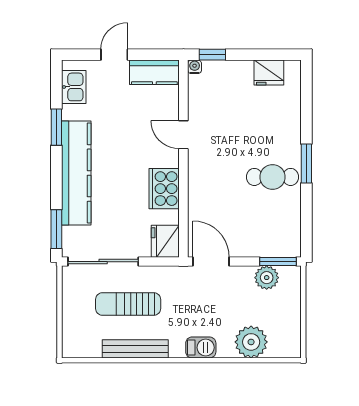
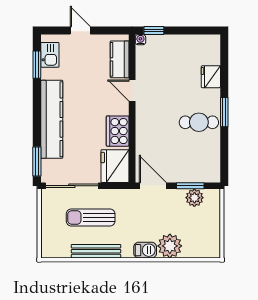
door: (114, 55) -> (80, 31), hinge flipped
kitchen counter: (154, 72) -> (120, 59), moved, turned 90
fridge: (269, 73) -> (211, 77), moved, turned 90
window: (56, 127) -> (37, 65), moved
fridge: (165, 241) -> (115, 166), width x1.36, depth x1.34
window: (278, 262) -> (190, 186), moved
plant: (251, 342) -> (170, 246), moved

